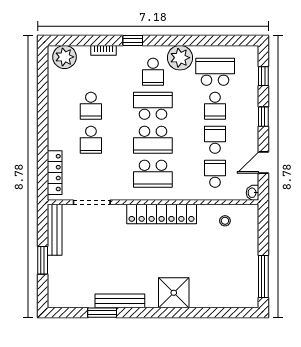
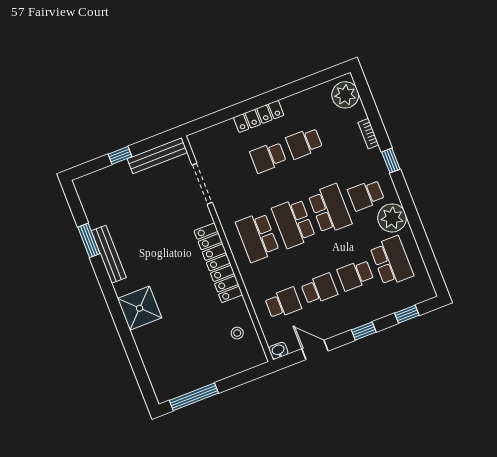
locker: (55, 173) -> (259, 116), moved
window: (43, 260) -> (120, 155), width x0.67

